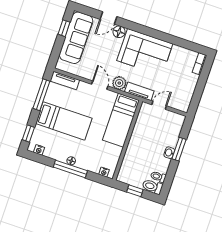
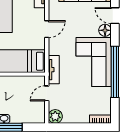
window: (160, 36) -> (115, 72), added
plant: (119, 83) -> (55, 116), moved
door: (159, 105) -> (47, 93), swing flipped

